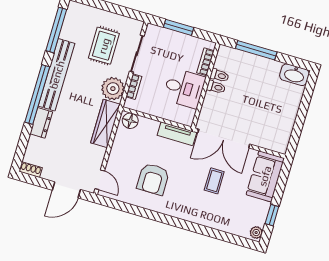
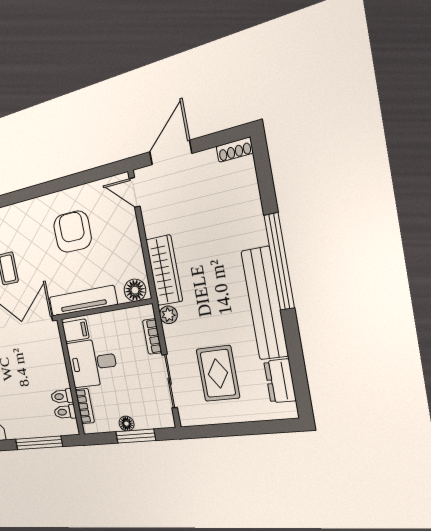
window: (56, 30) -> (297, 367), removed
floor lamp: (181, 38) -> (126, 424), added
toilet: (216, 87) -> (65, 412), moved
plant: (113, 89) -> (168, 315), width x0.53, depth x0.53
filing cabinet: (185, 115) -> (76, 330), added
dresser: (41, 123) -> (280, 381), moved
tv unit: (177, 134) -> (83, 301), width x1.41

